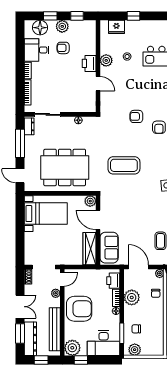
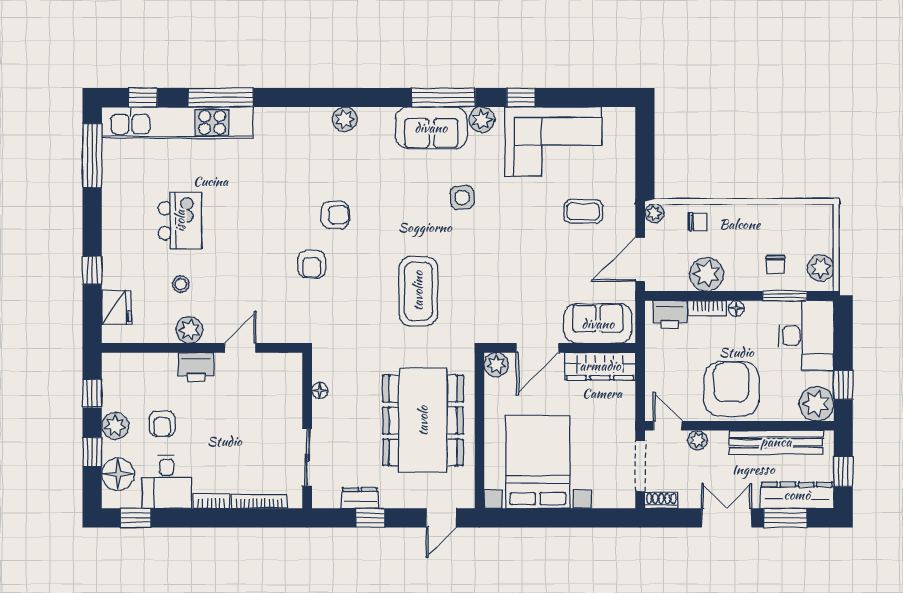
window: (20, 36) -> (136, 518), added
dresser: (29, 126) -> (360, 498), moved
window: (20, 143) -> (370, 518), width x0.46
bed with nightstands: (46, 214) -> (538, 462), width x1.36

